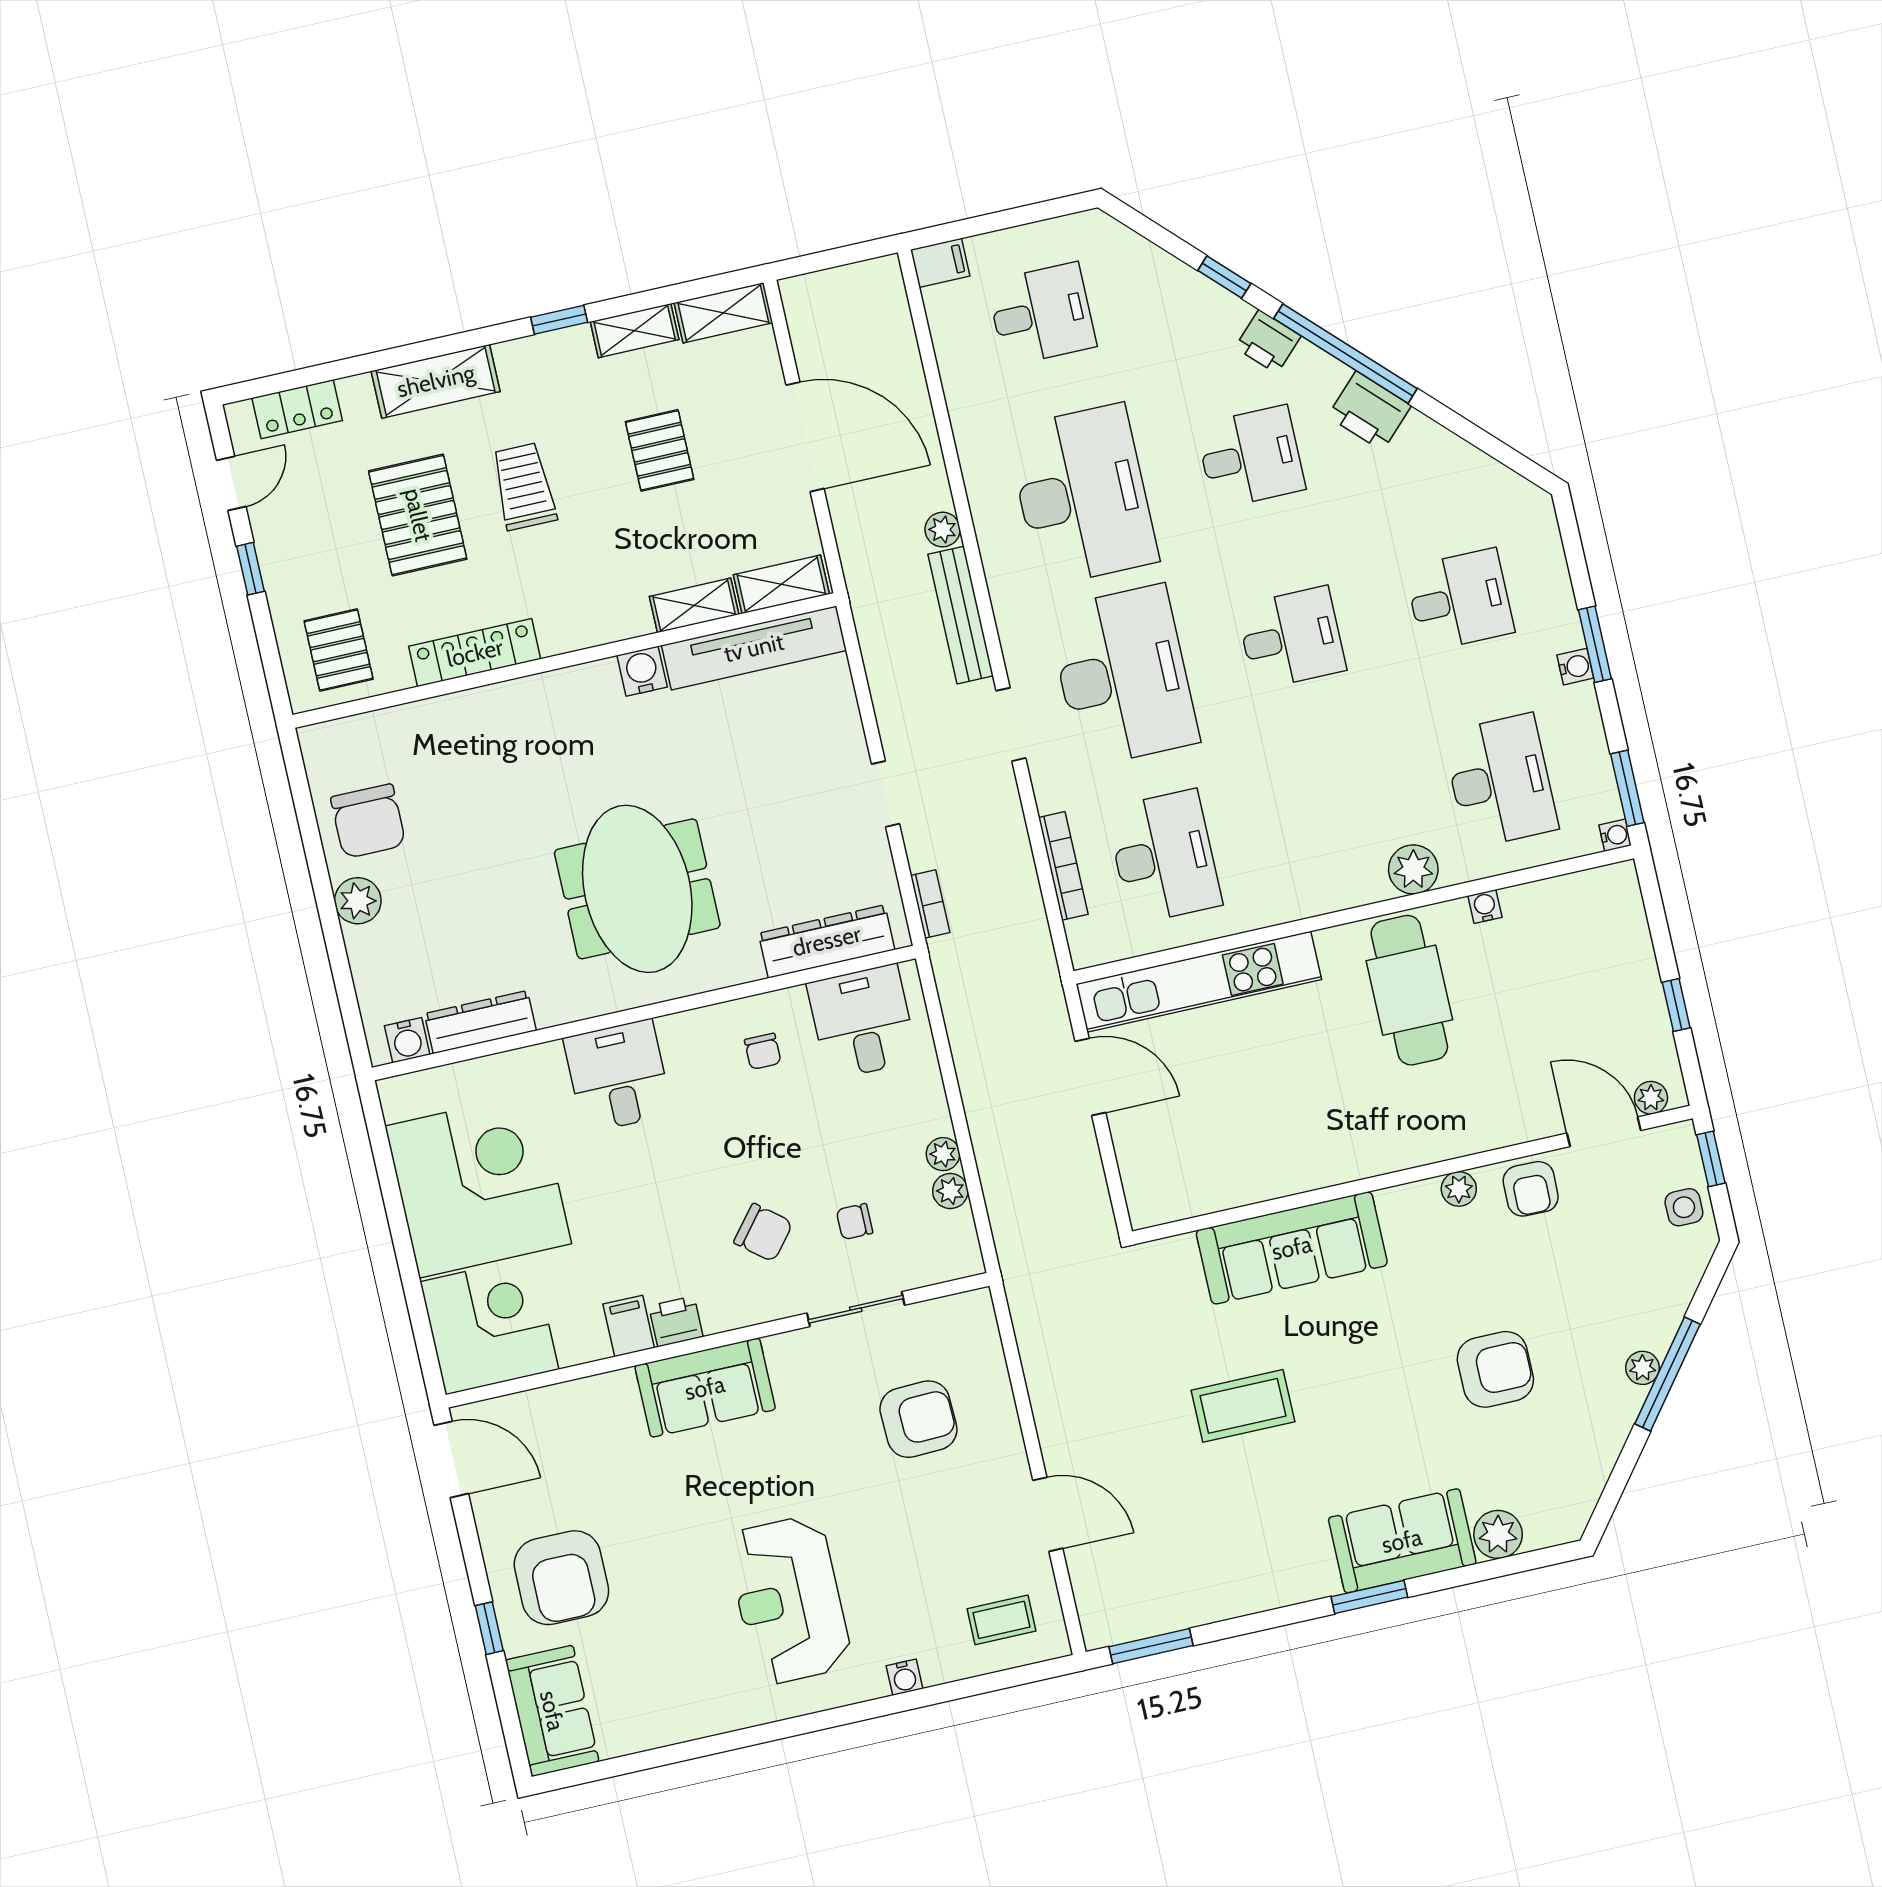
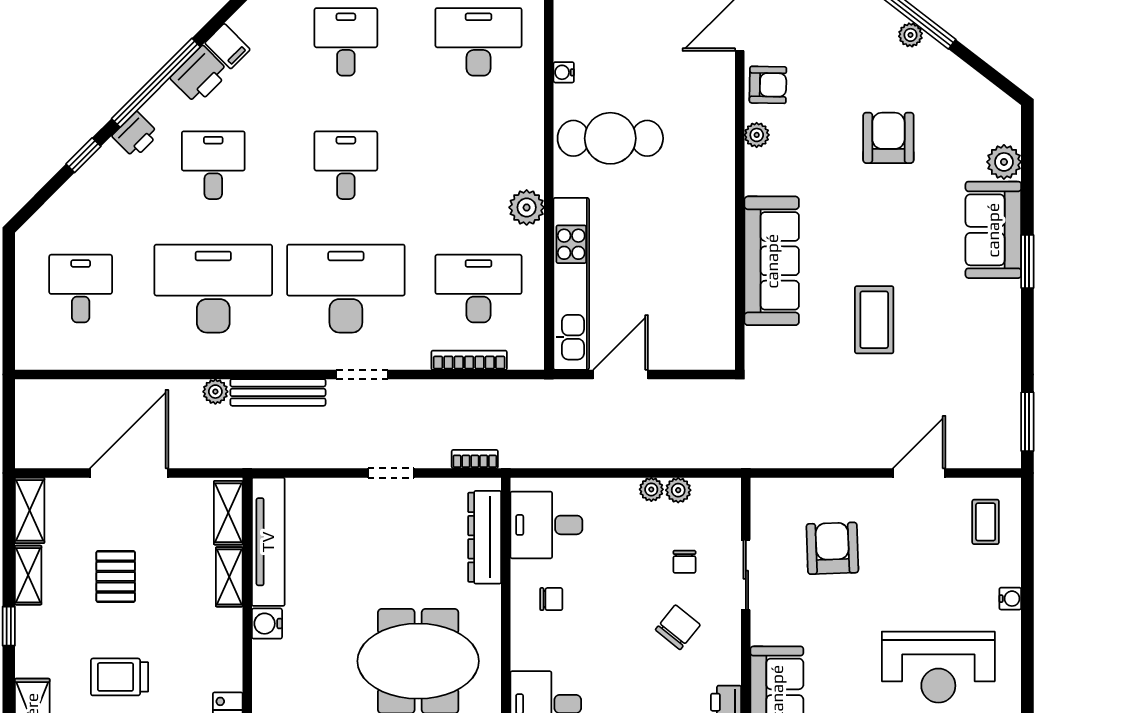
filing cabinet: (940, 263) -> (227, 46), moved, turned 135
pallet: (660, 450) -> (116, 577), turned 90
plant: (1413, 869) -> (527, 207), moved

